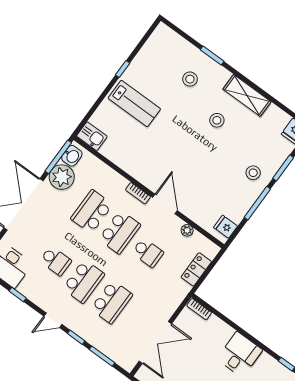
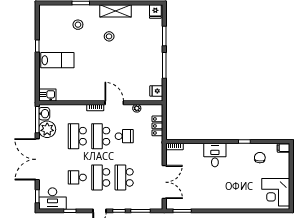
stool: (253, 173) -> (150, 51), removed
school desk: (120, 232) -> (101, 136), turned 180
school desk: (56, 261) -> (77, 177), turned 180
school desk: (84, 281) -> (101, 177), turned 180
school desk: (112, 302) -> (124, 177), turned 180

